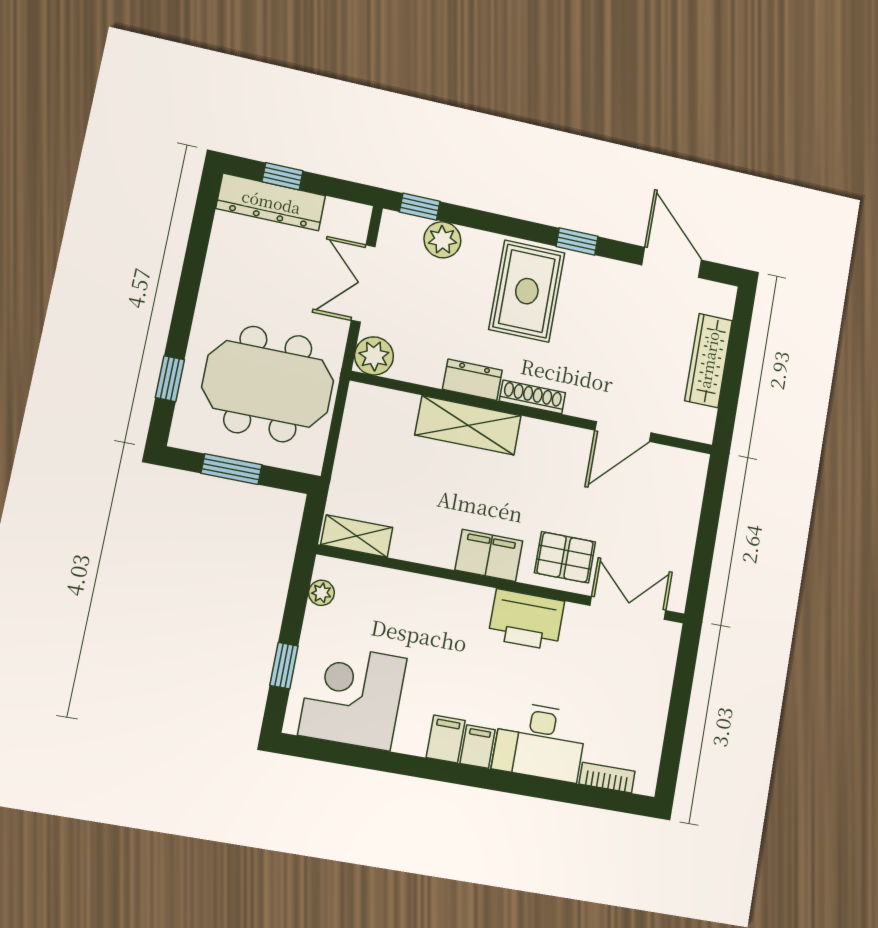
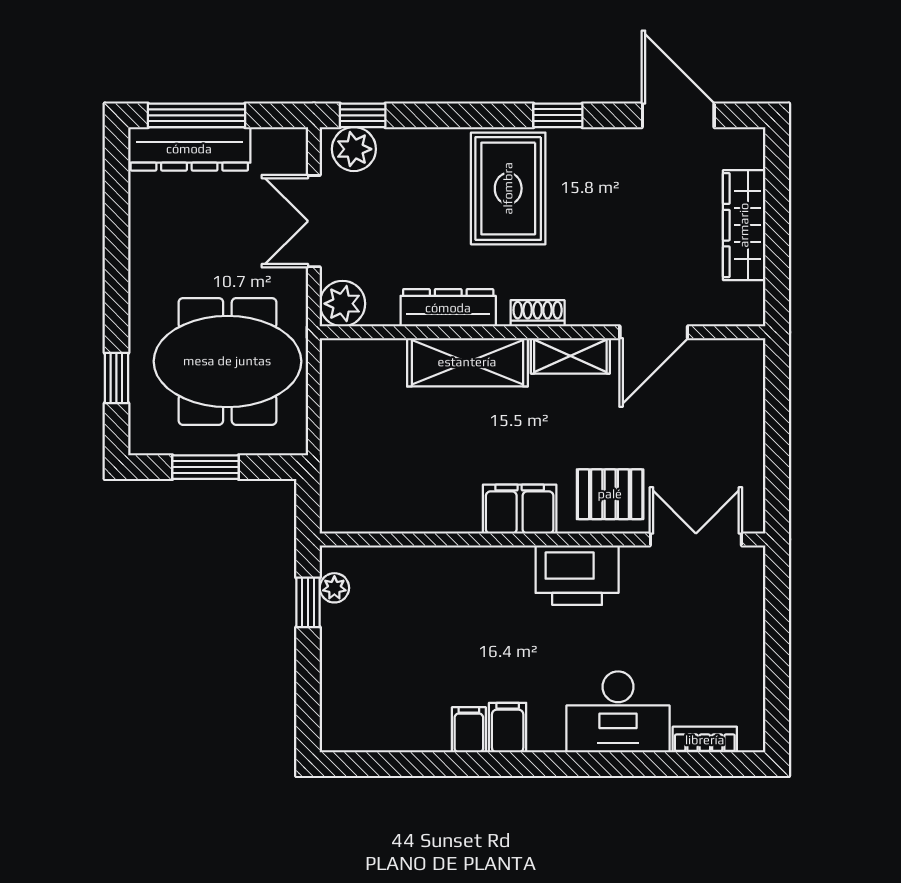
window: (282, 176) -> (197, 115), width x2.17
plant: (442, 240) -> (354, 149), moved
dresser: (472, 380) -> (448, 308), width x1.44
shoe rack: (532, 397) -> (538, 313), width x0.70
shelving: (357, 536) -> (570, 356), moved
window: (284, 666) -> (308, 602), moved
corner desk: (353, 697) -> (392, 698), removed
filing cabinet: (478, 747) -> (469, 730), moved

